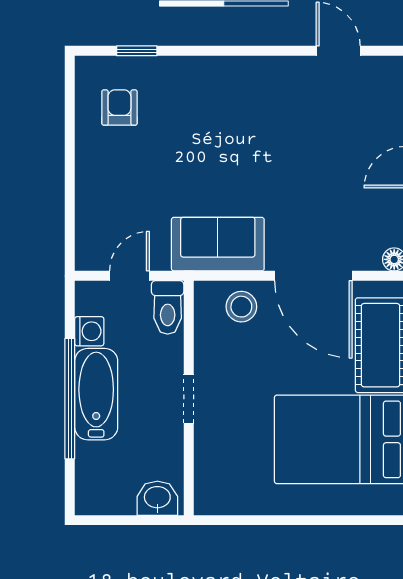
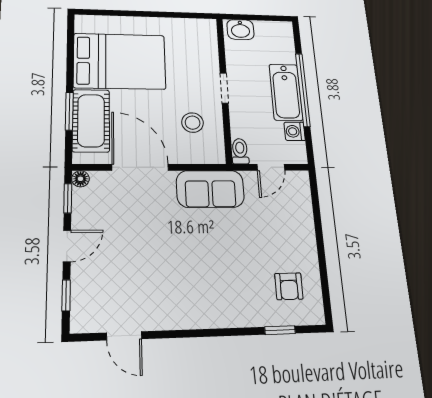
toilet: (168, 307) -> (240, 151), width x0.73, depth x0.72
stool: (241, 307) -> (193, 123), moved

